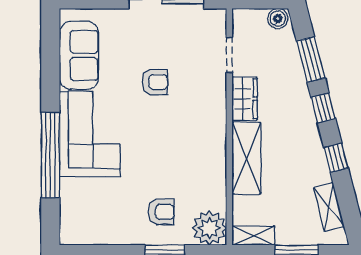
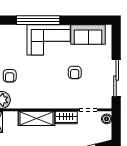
boiler: (278, 18) -> (107, 119), moved

